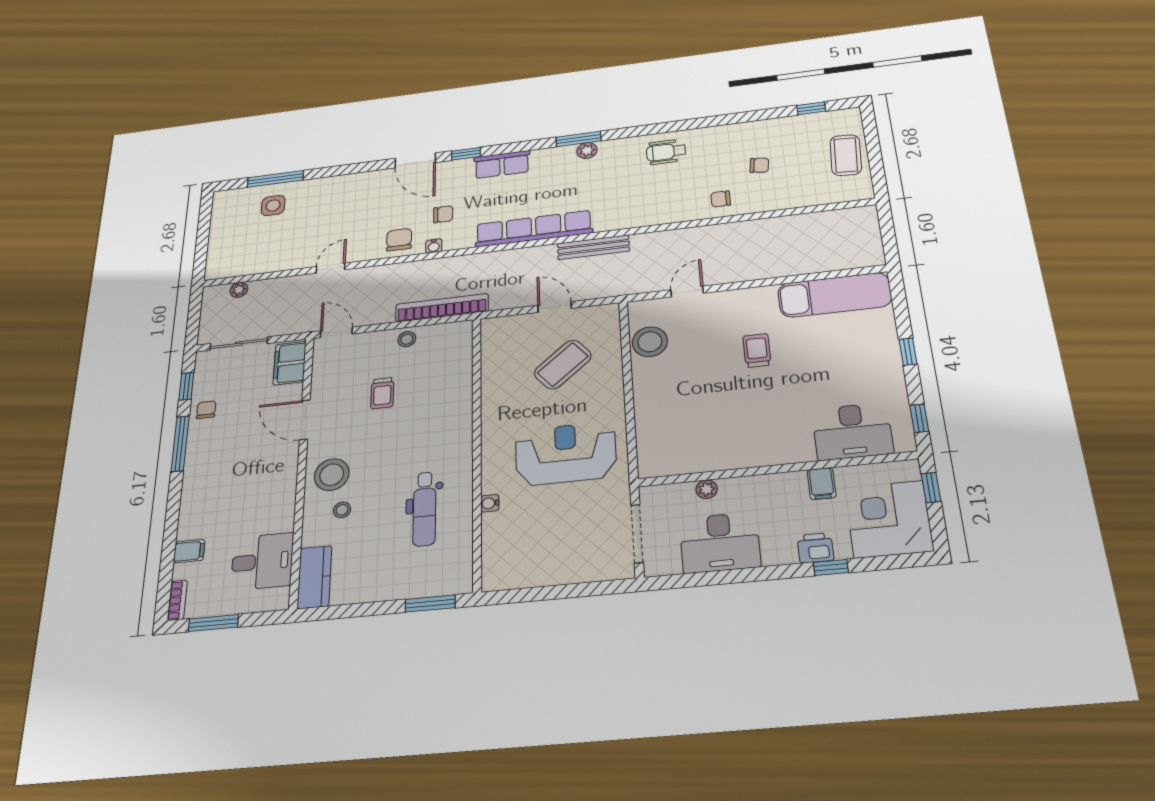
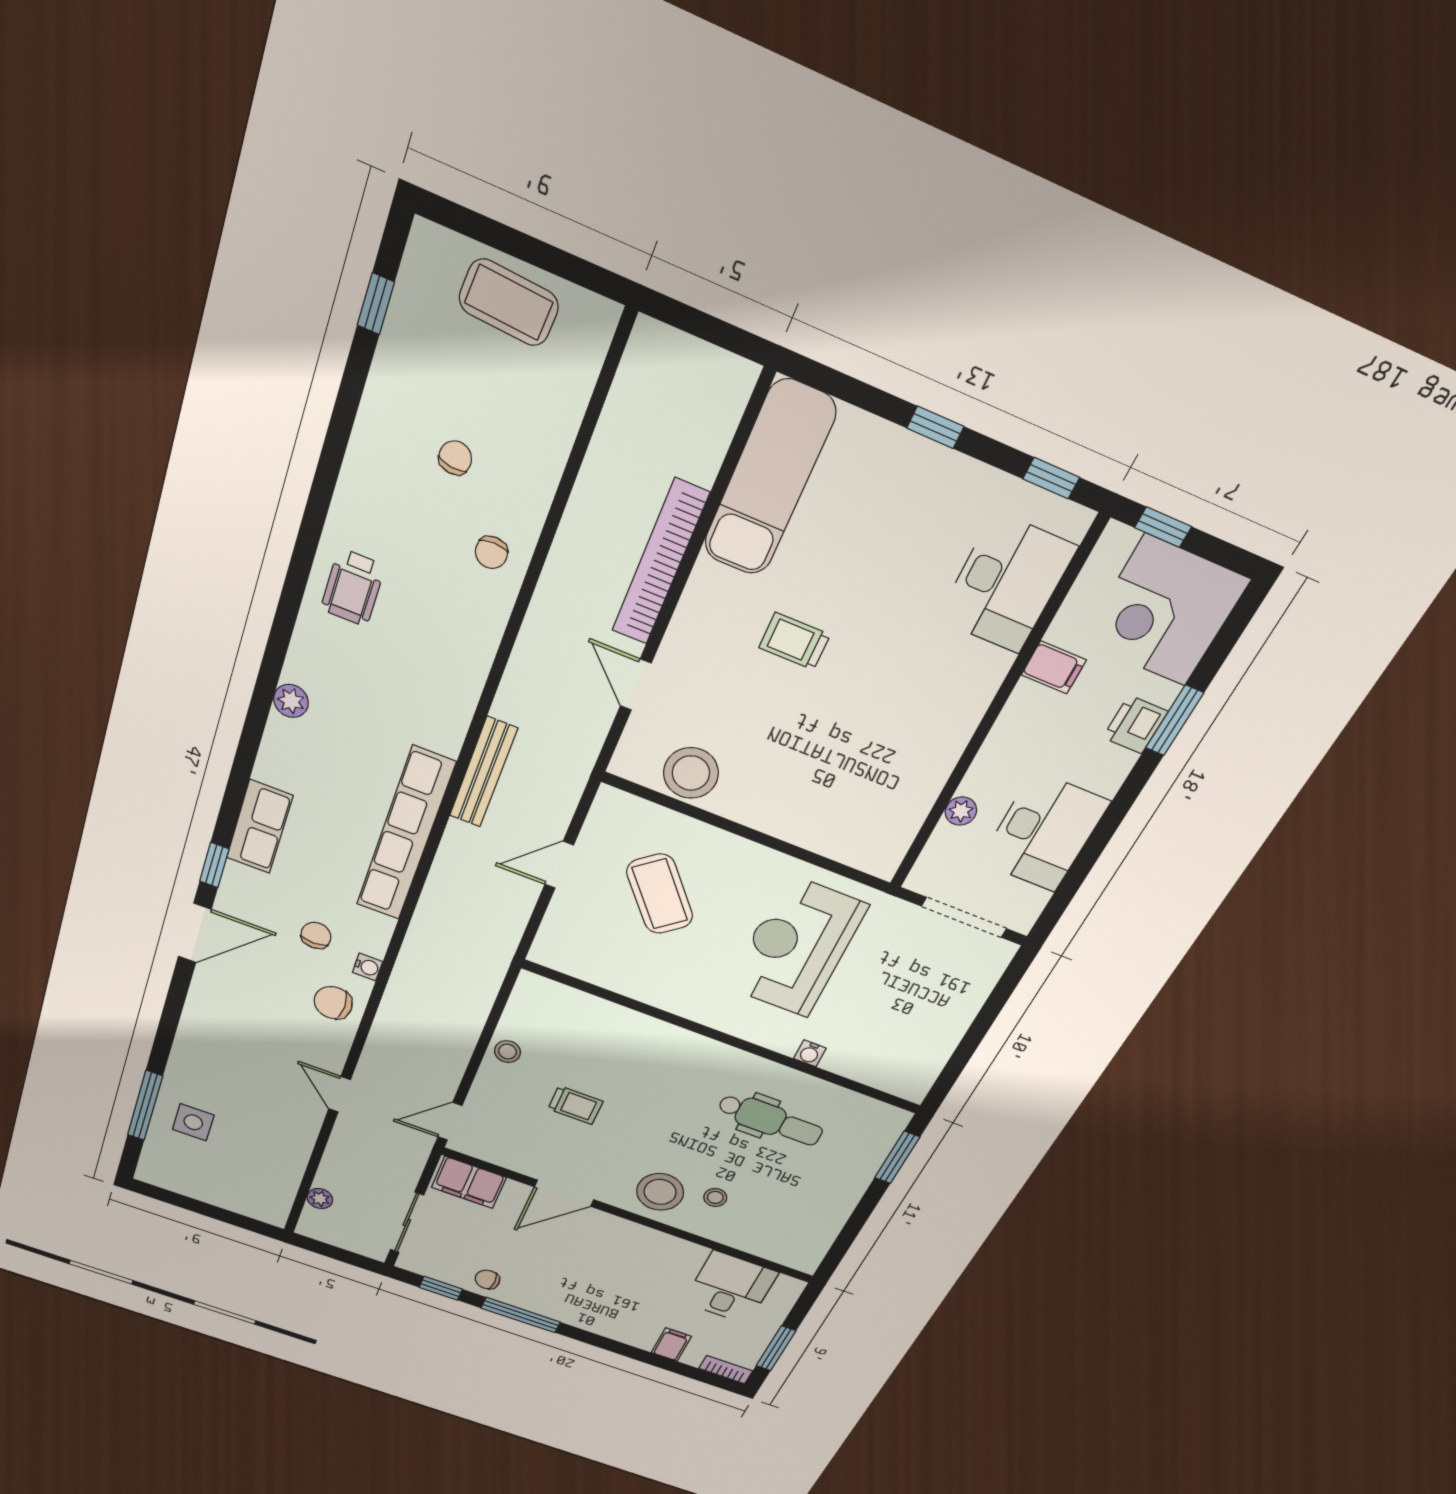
window: (579, 139) -> (261, 703), removed
bookcase: (442, 308) -> (660, 563), moved
window: (831, 567) -> (1174, 720), width x1.50
kitchen counter: (314, 577) -> (784, 1249), removed

